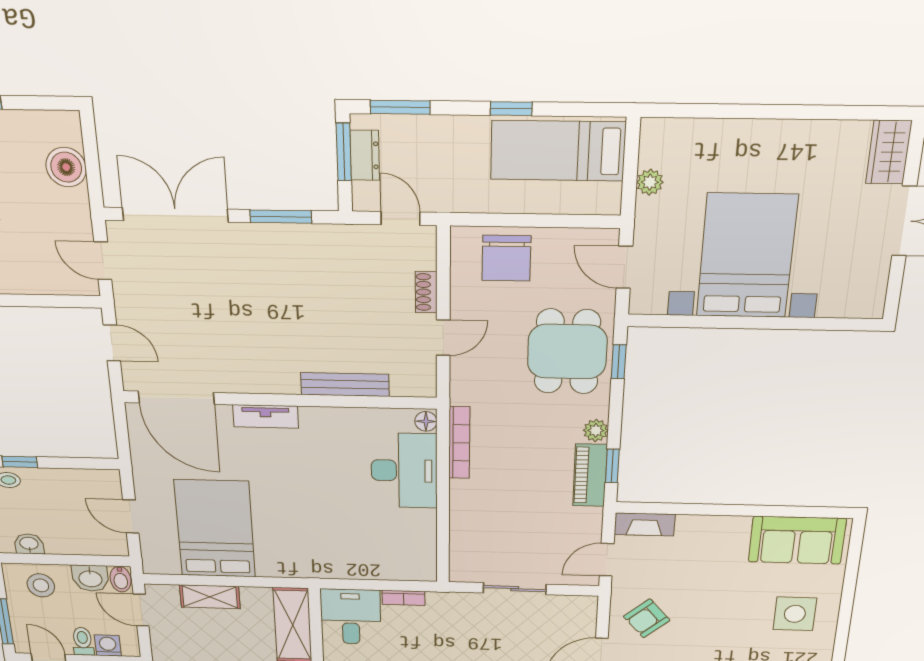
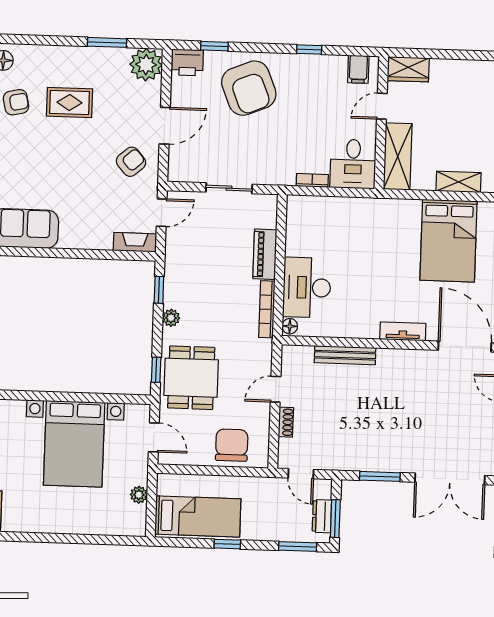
piano: (590, 475) -> (265, 254), moved, turned 180
side table: (795, 614) -> (22, 166), removed

